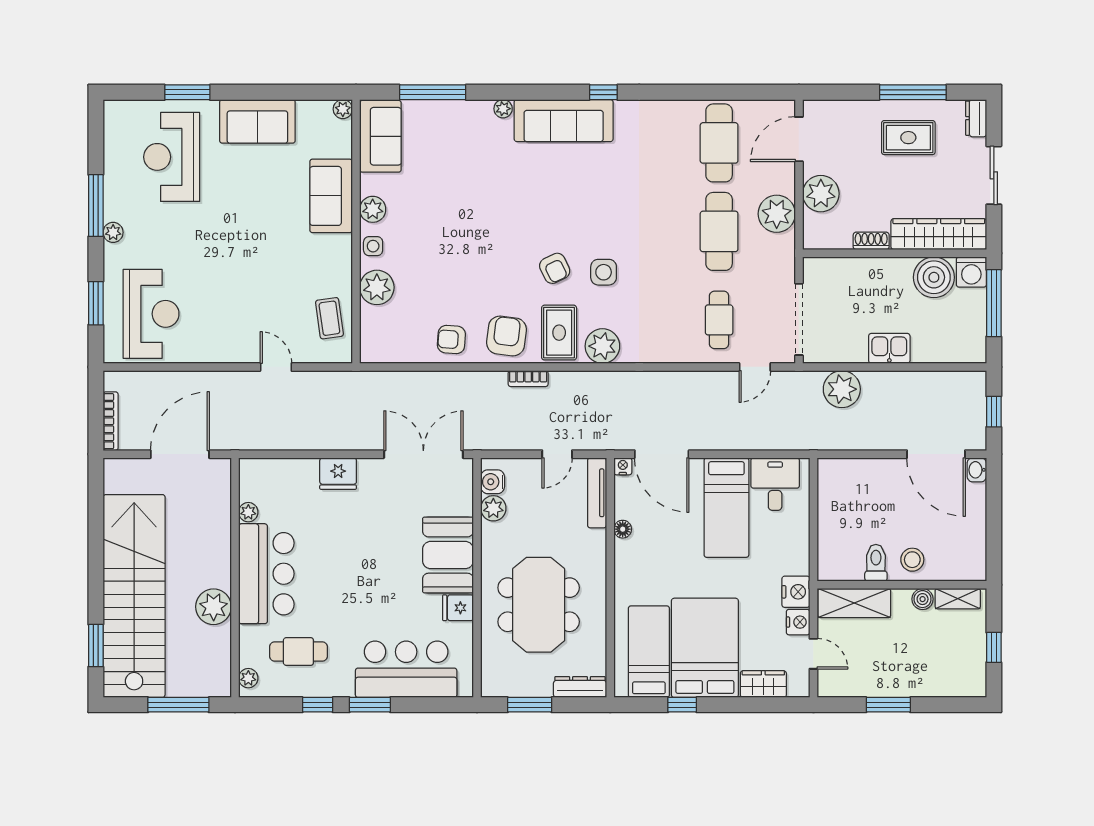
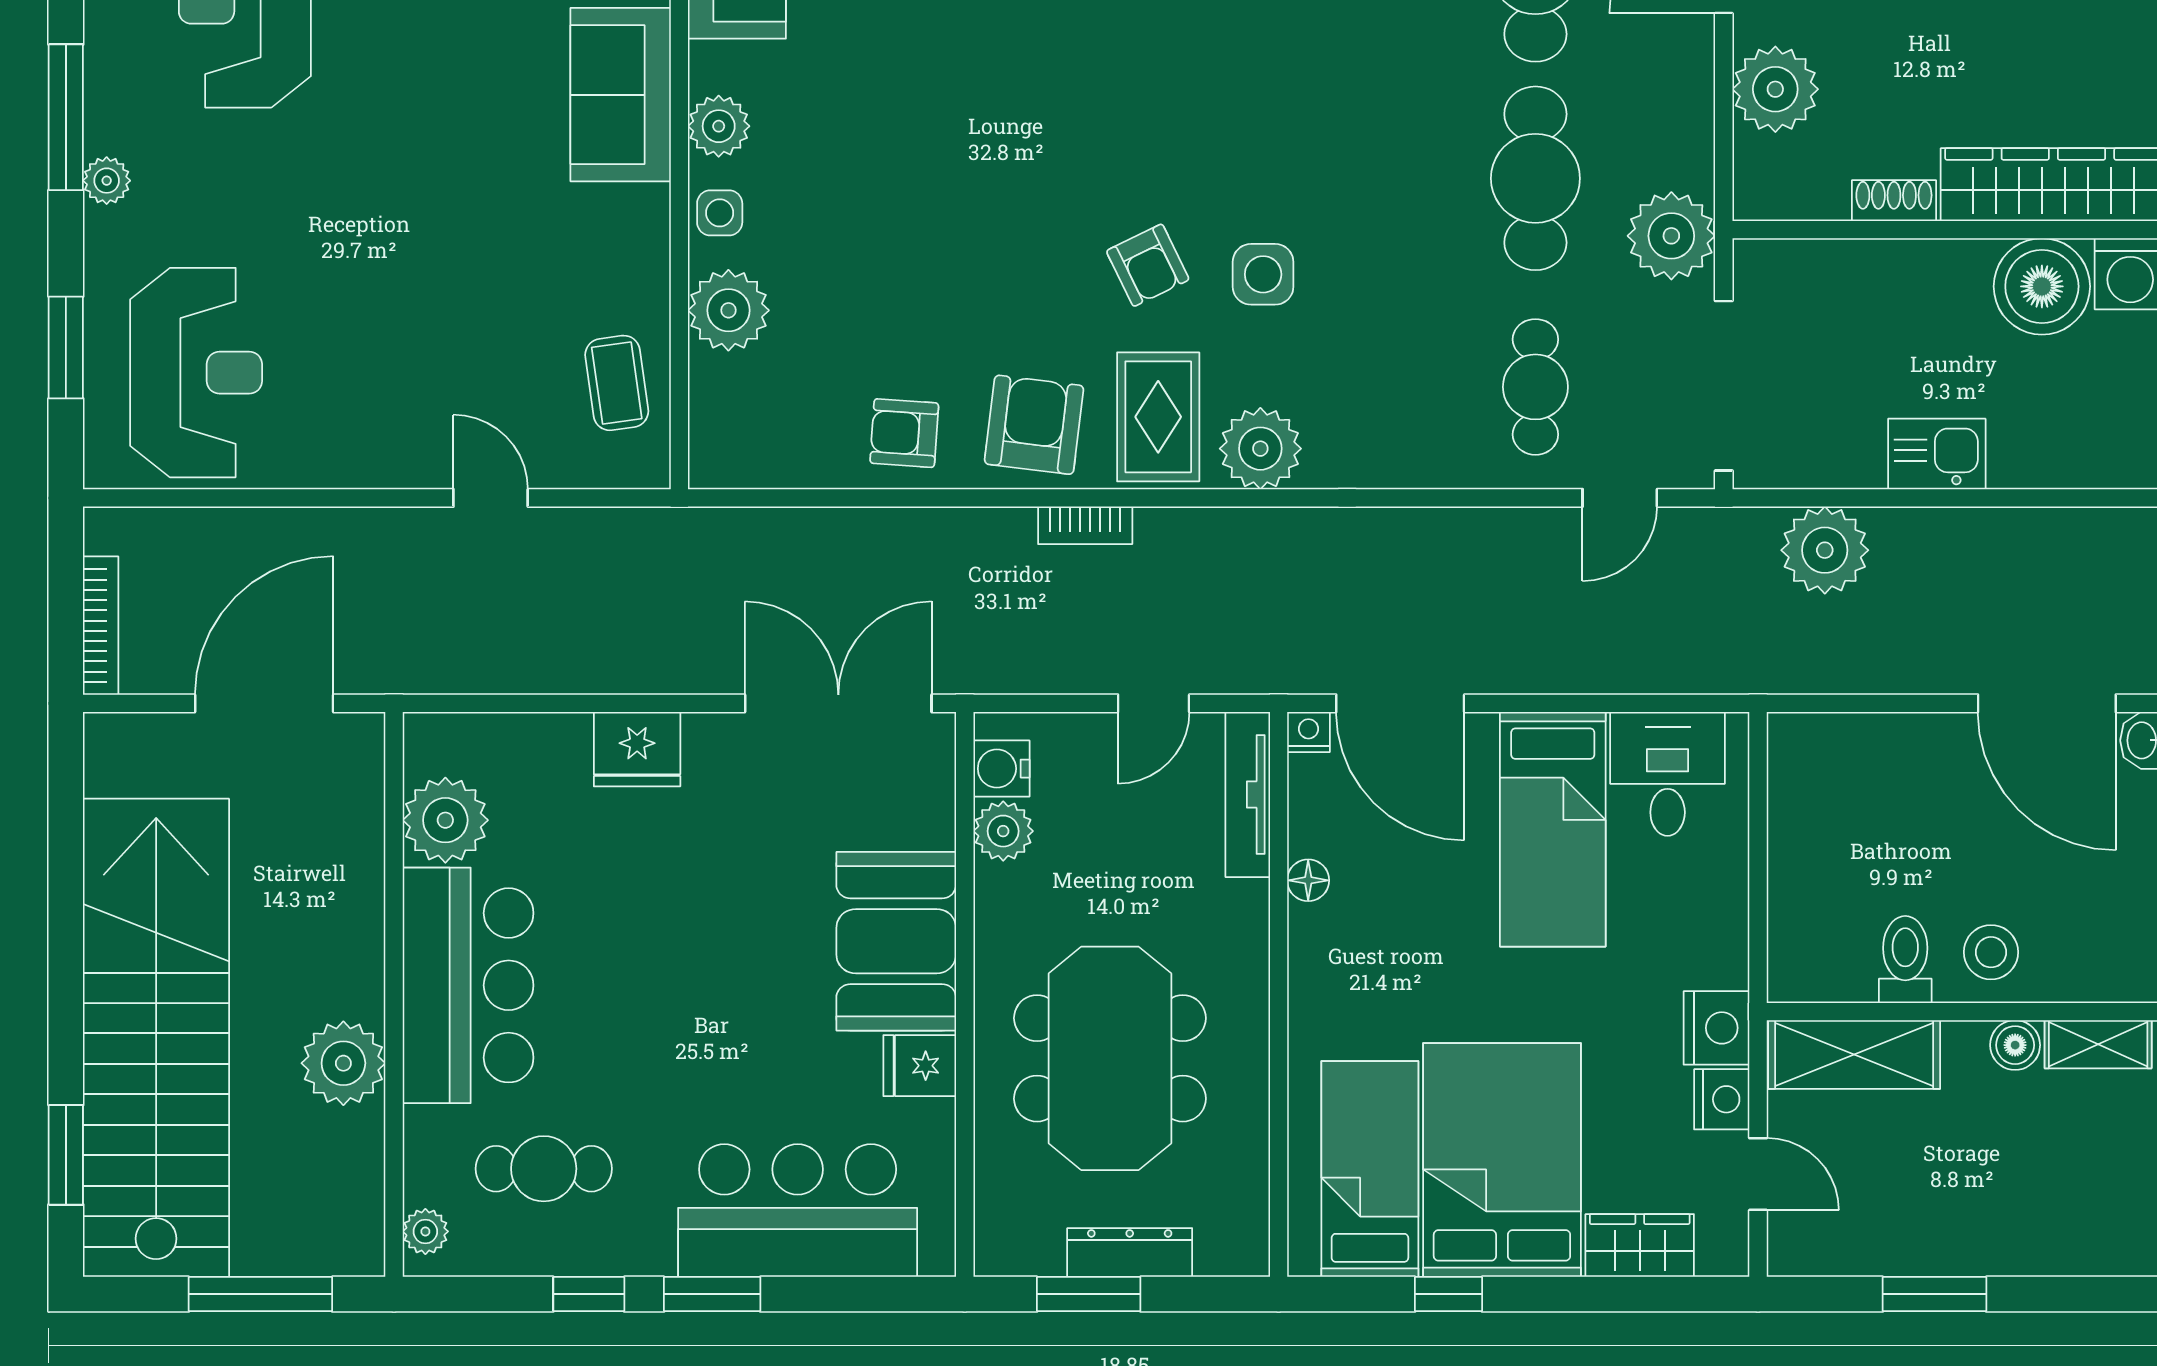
plant: (777, 214) -> (1671, 236), moved
plant: (248, 512) -> (445, 820), width x1.87, depth x1.87
dresser: (580, 687) -> (1130, 1252), moved

